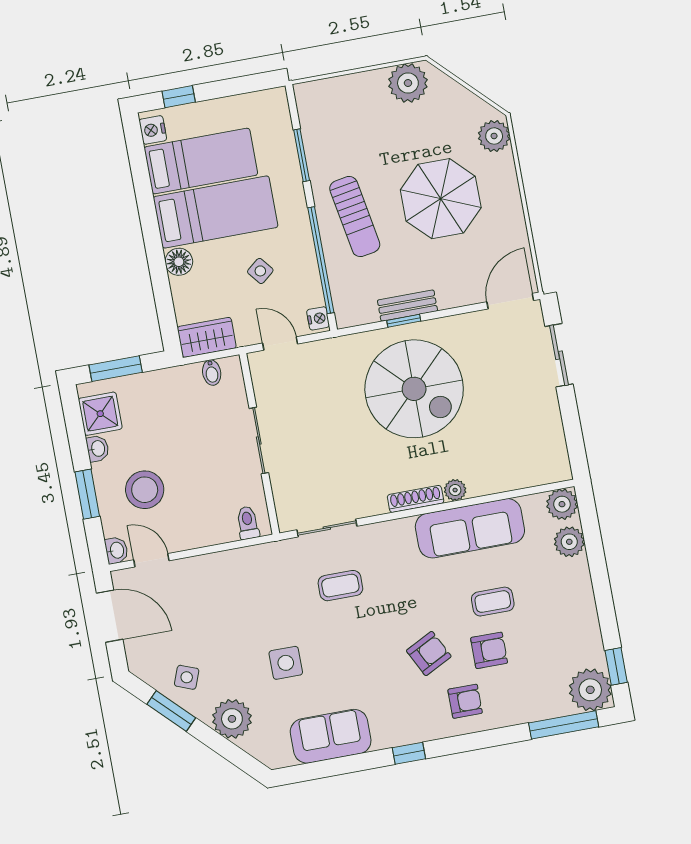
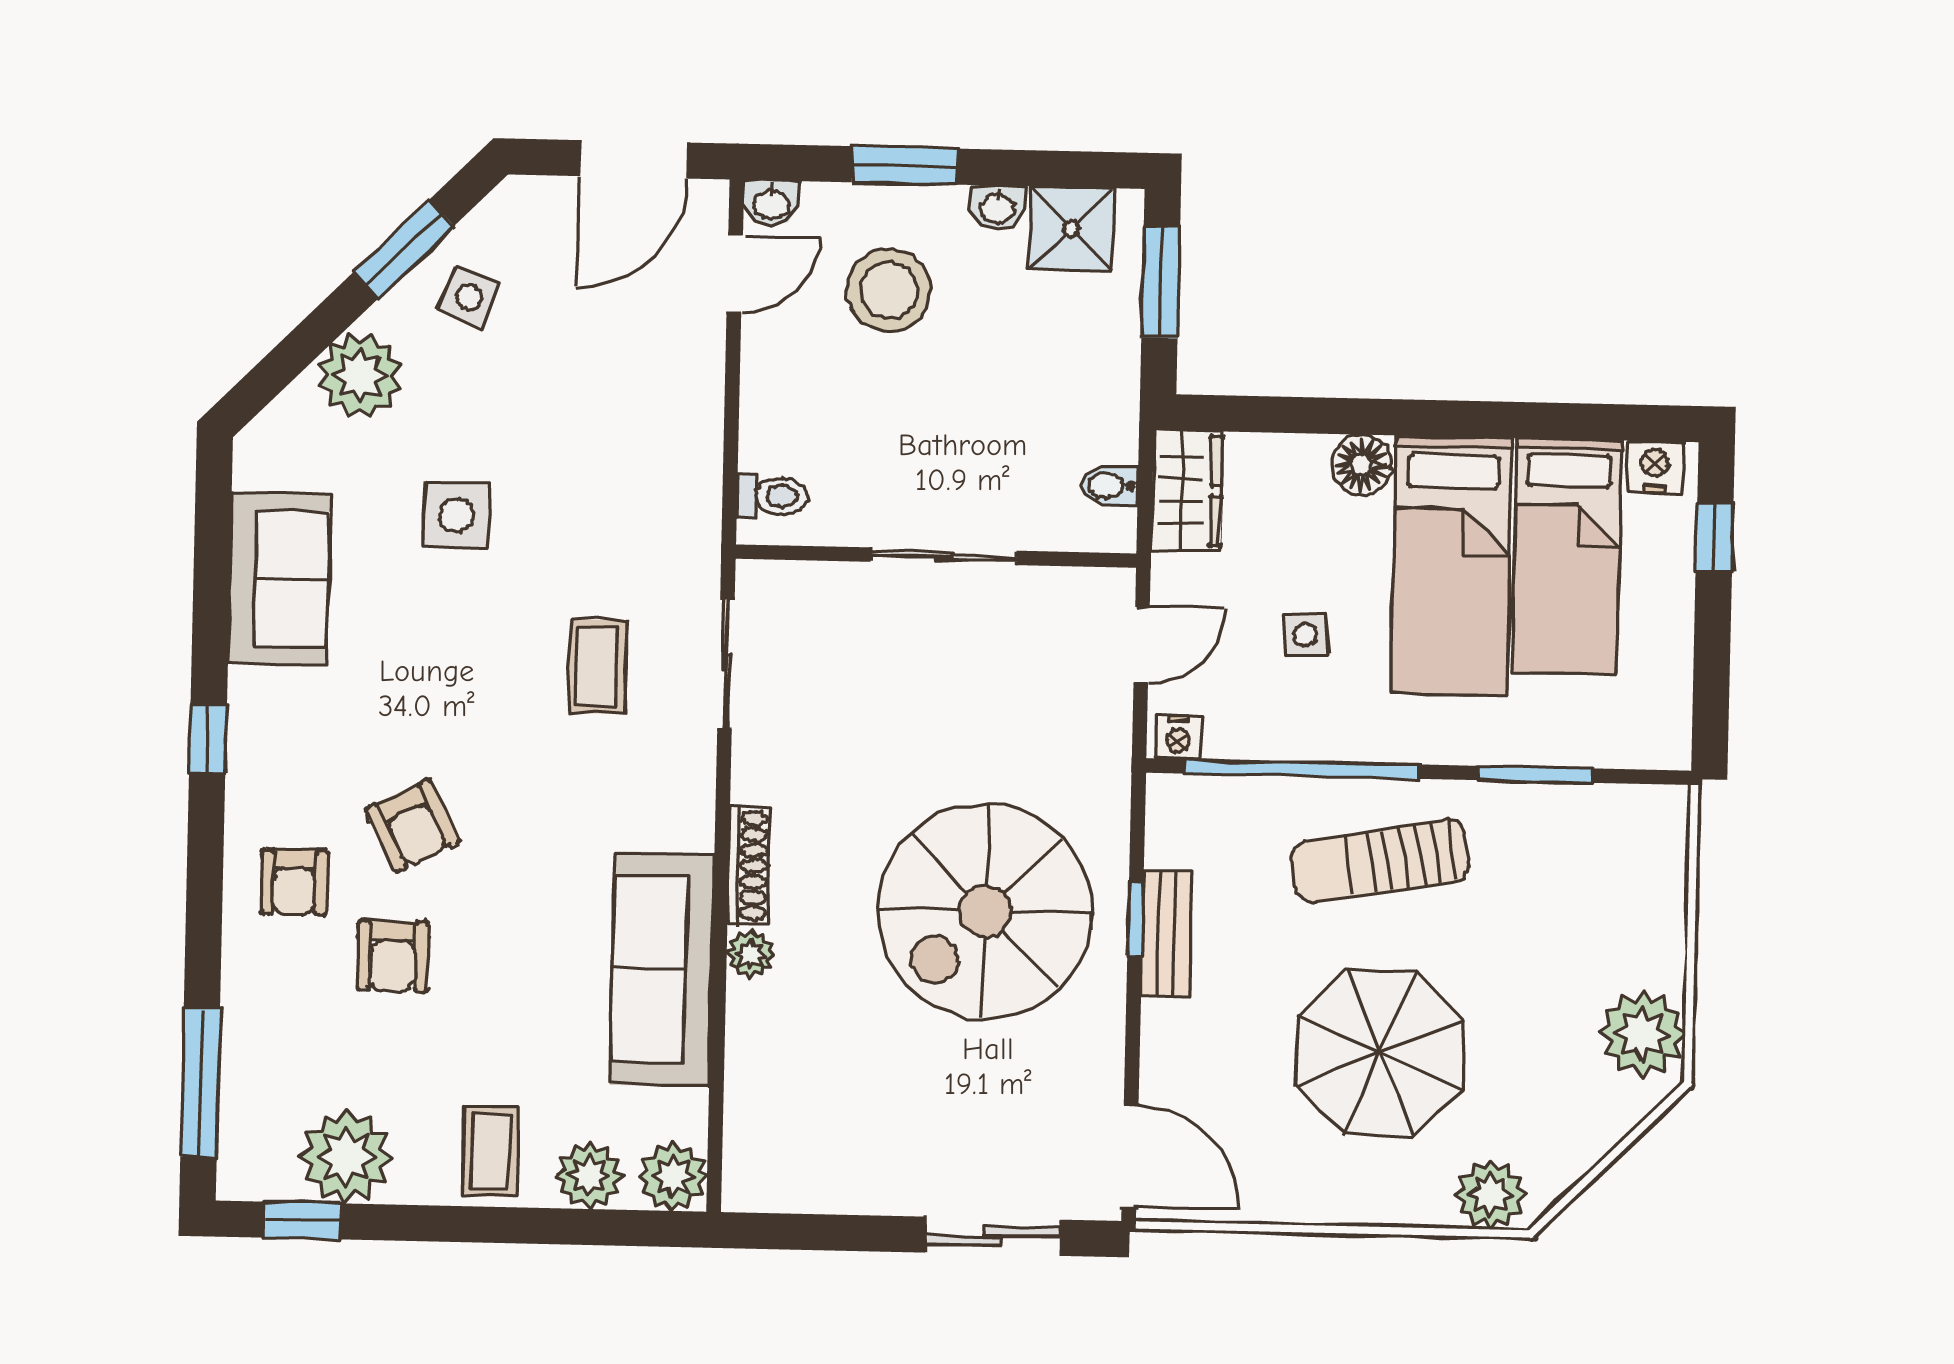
side table: (260, 271) -> (1305, 635), turned 34
coffee table: (493, 602) -> (490, 1152), moved
plant: (590, 690) -> (346, 1157), moved

